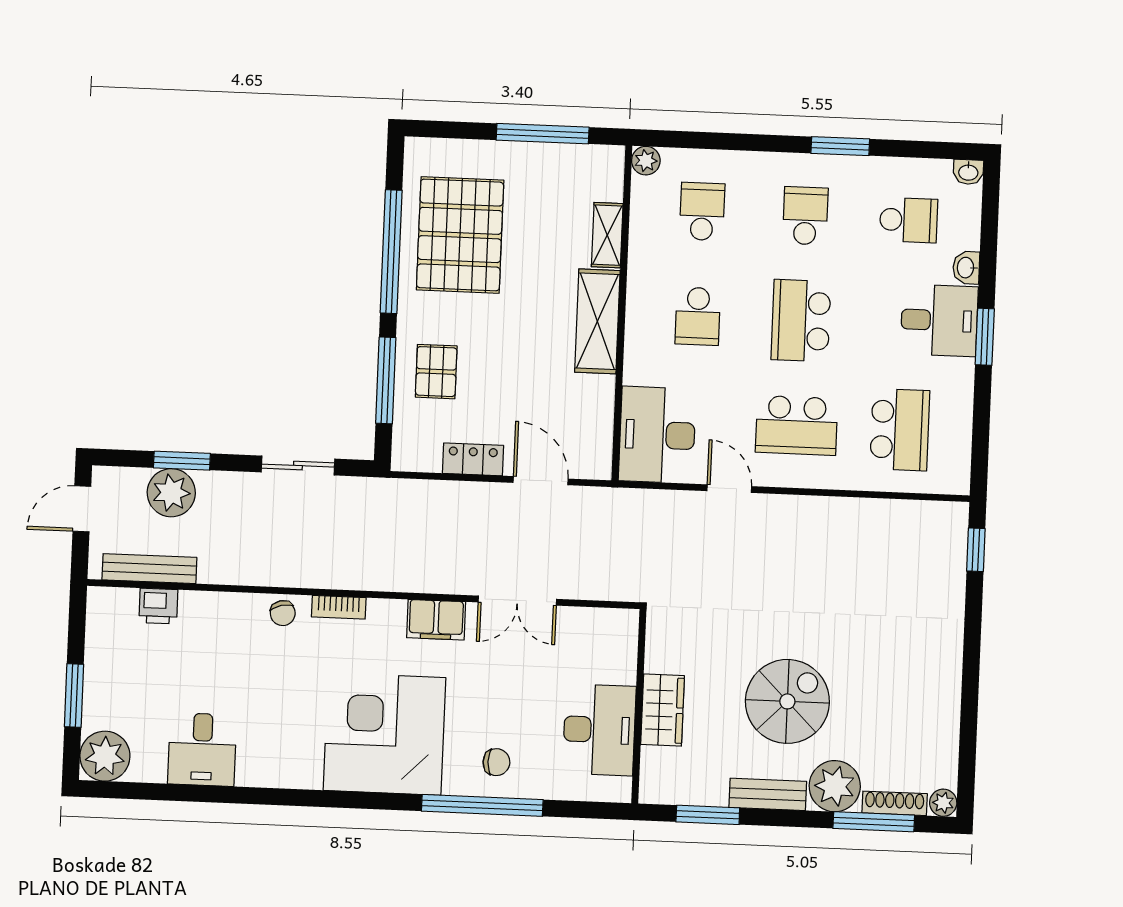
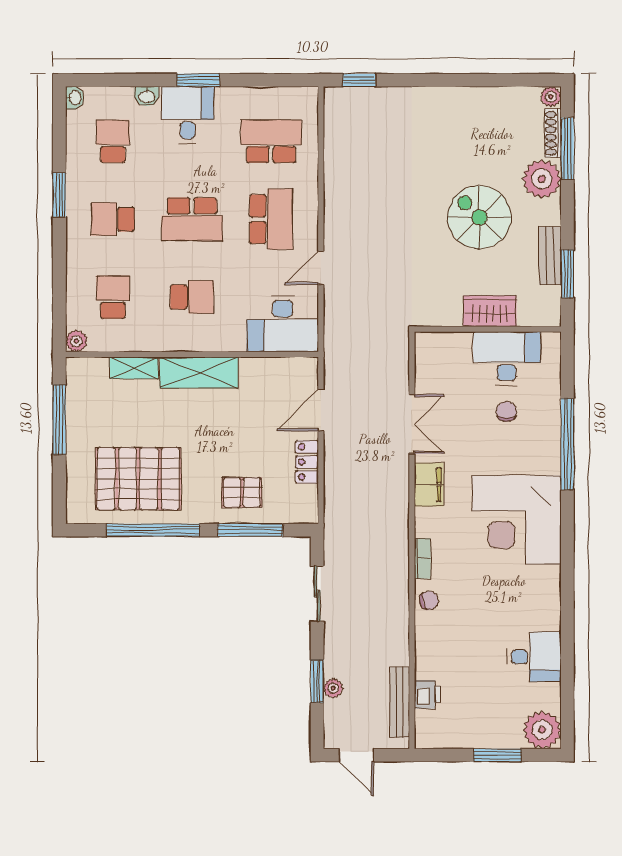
school desk: (702, 211) -> (113, 297), turned 90
plant: (171, 493) -> (333, 688), width x0.53, depth x0.53
chair: (496, 762) -> (506, 411), moved
bench: (768, 794) -> (550, 256), moved

